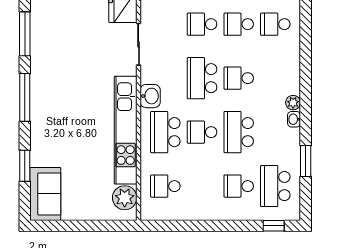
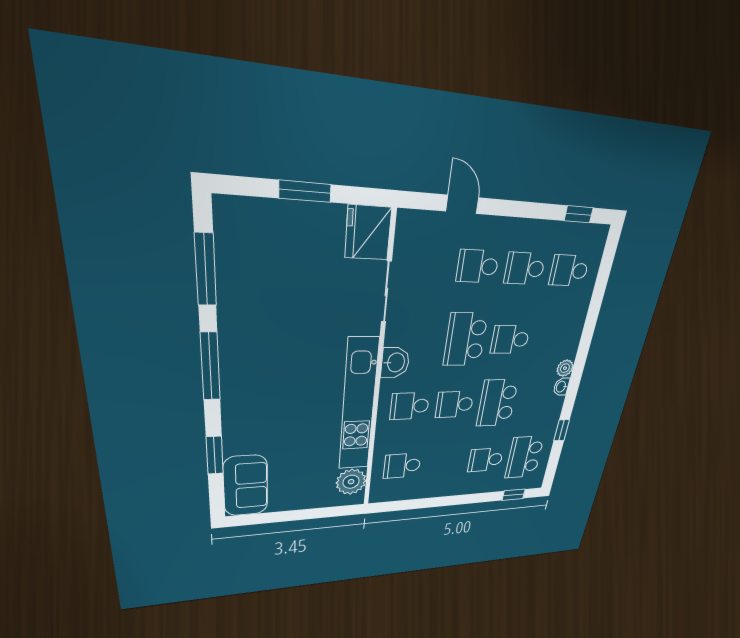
school desk: (165, 132) -> (410, 406), width x0.54
window: (306, 161) -> (562, 430), width x0.67

